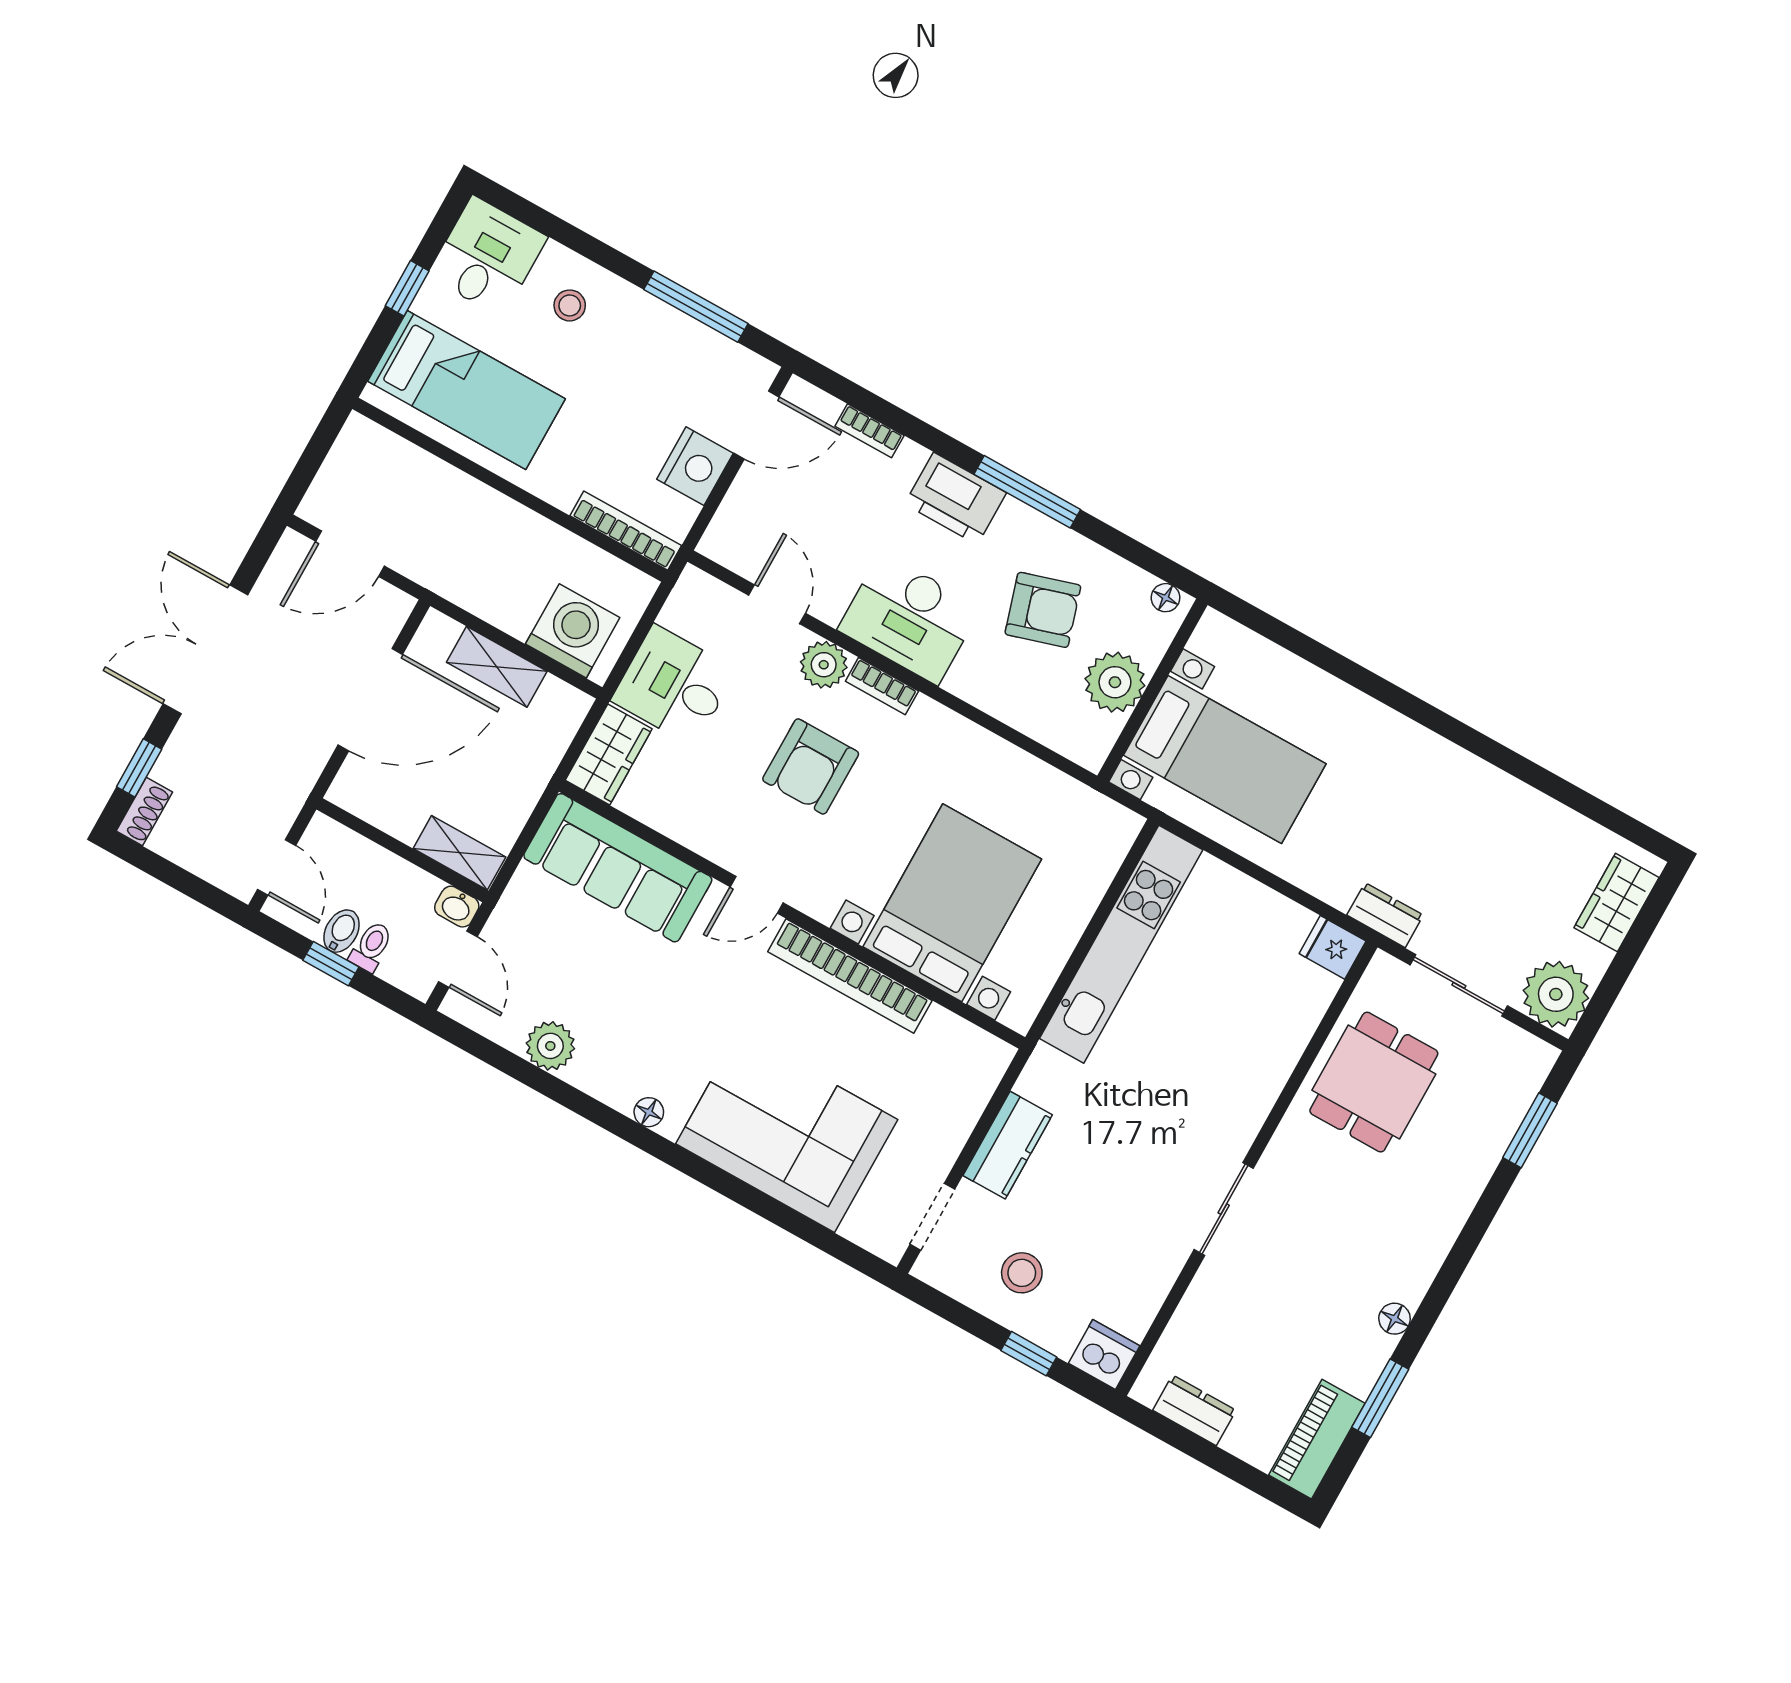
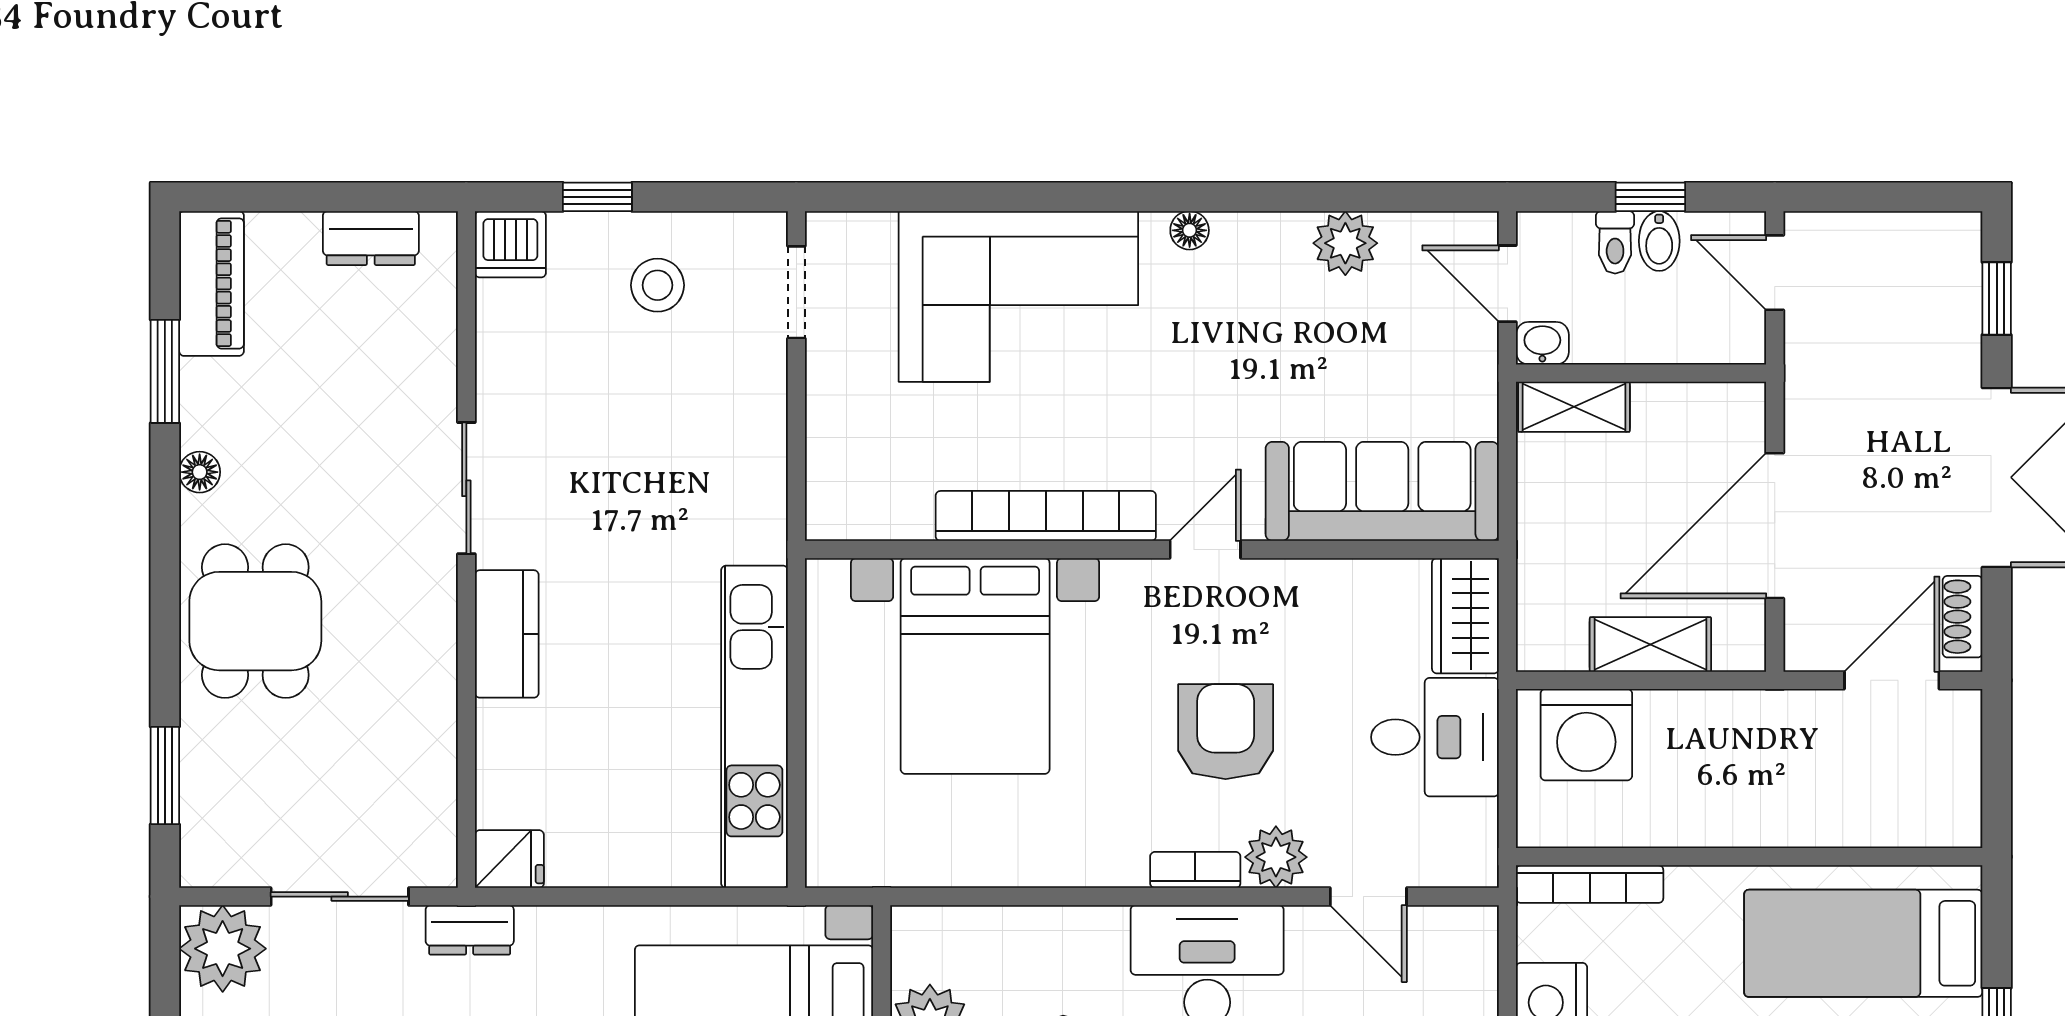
shoe rack: (144, 811) -> (1963, 617), moved
dining table: (1374, 1082) -> (255, 621), moved
kitchen counter: (1008, 1145) -> (507, 634), moved, turned 180

